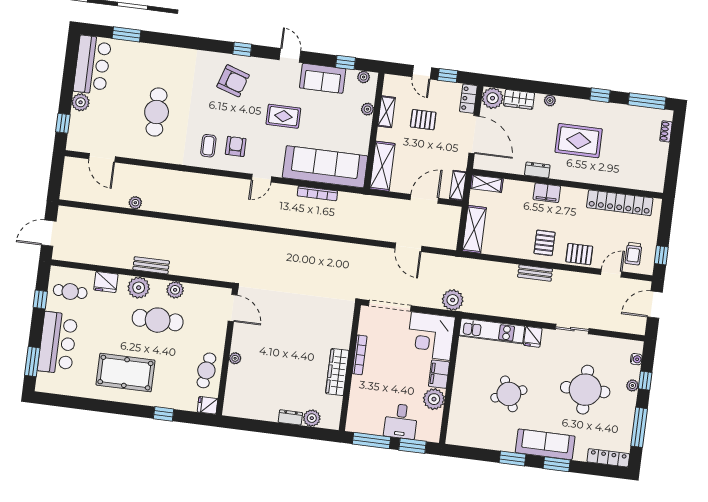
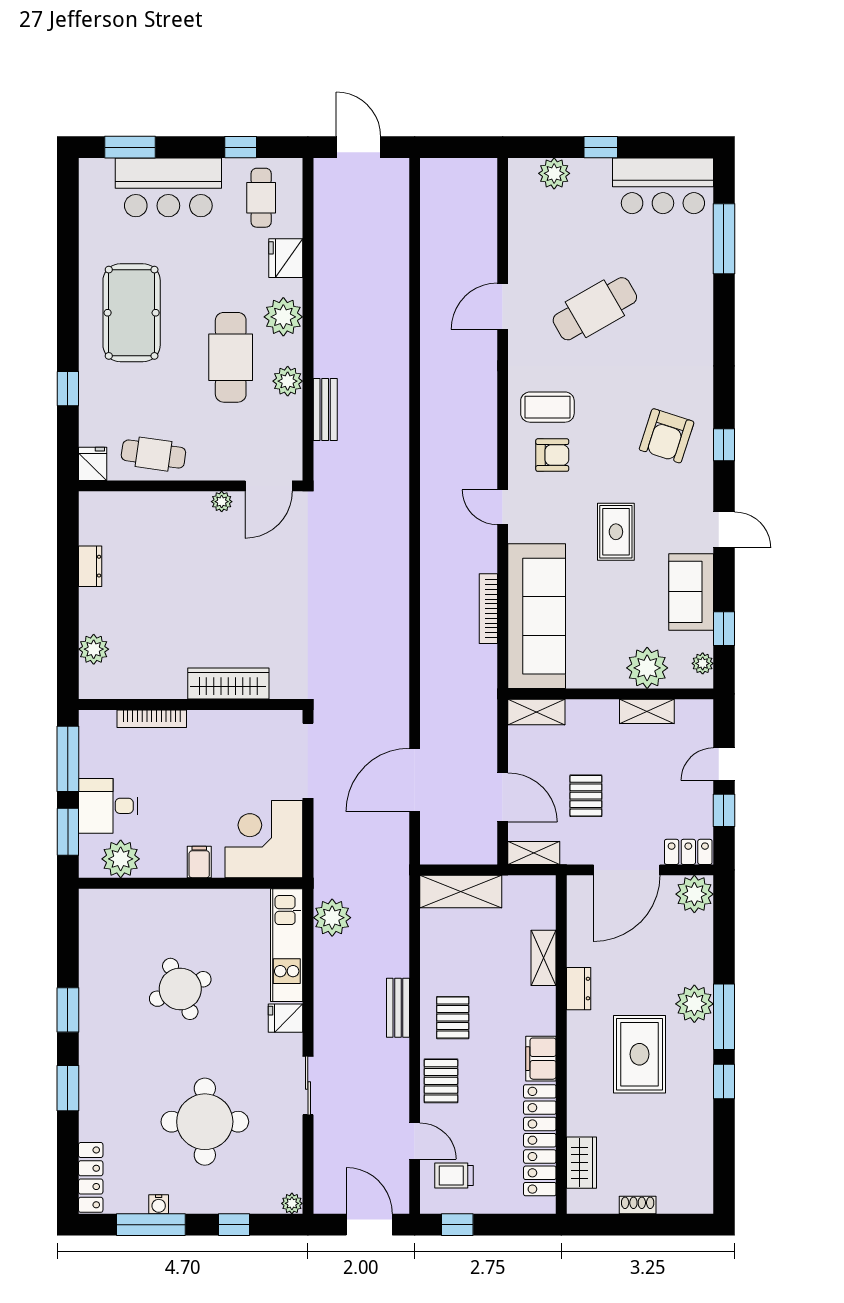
window: (127, 34) -> (724, 239), width x1.44
door: (290, 55) -> (724, 530), hinge flipped
wardrobe: (519, 99) -> (582, 1163), moved, turned 180
plant: (550, 101) -> (694, 1004), width x1.88, depth x1.88
window: (647, 101) -> (724, 1017), moved
plant: (81, 102) -> (554, 173), moved
plant: (367, 109) -> (647, 668), width x1.87, depth x1.87
cafe table: (157, 112) -> (595, 309), turned -30
pallet: (423, 120) -> (586, 796), moved
window: (63, 123) -> (601, 147), moved
shoe rack: (666, 131) -> (638, 1205), moved
coffee table: (208, 146) -> (547, 407), width x1.36, depth x1.30
door: (102, 158) -> (503, 306), moved
shelving: (382, 166) -> (536, 712), width x0.67, depth x0.75
shelving: (487, 184) -> (544, 958), moved
filing cabinet: (547, 193) -> (541, 1059), moved
plant: (135, 203) -> (431, 292), removed
pallet: (545, 243) -> (453, 1018), turned 90
door: (408, 247) -> (415, 780), width x1.36
bench: (151, 265) -> (325, 409), moved
plant: (453, 300) -> (332, 918), moved
bookcase: (360, 355) -> (152, 719), moved
plant: (235, 358) -> (222, 502), moved
water cooler: (636, 359) -> (159, 1204), moved
wardrobe: (337, 372) -> (228, 684), moved
filing cabinet: (439, 374) -> (199, 862), width x0.50
plant: (632, 385) -> (292, 1203), moved
plant: (434, 399) -> (121, 859), moved
dresser: (290, 417) -> (90, 566), moved
sofa: (545, 444) -> (100, 1064), removed

